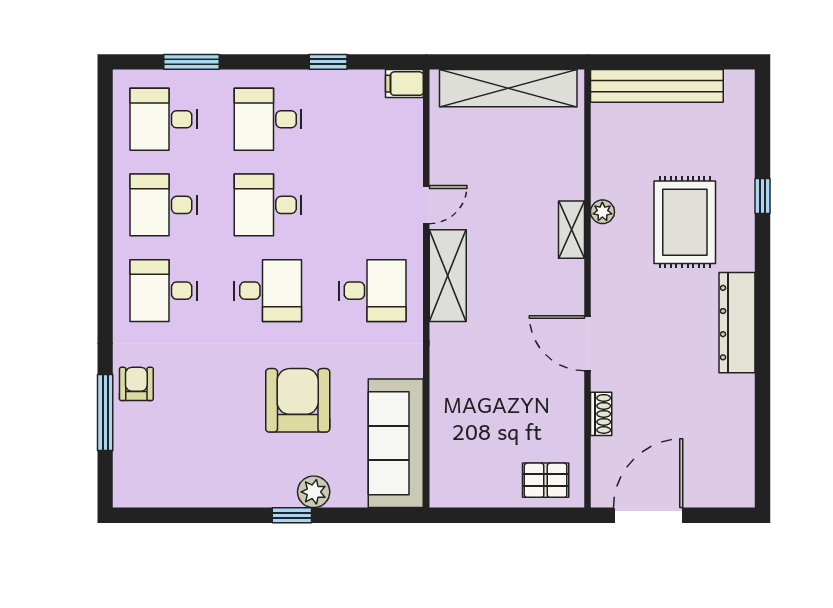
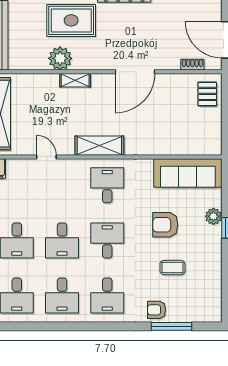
door: (426, 205) -> (46, 157), moved
plant: (602, 212) -> (60, 58), width x1.88, depth x1.88
door: (588, 343) -> (135, 72), width x1.36
armchair: (298, 400) -> (165, 225), width x0.73, depth x0.73
coffee table: (217, 414) -> (172, 268), added
shoe rack: (601, 414) -> (192, 65), moved

